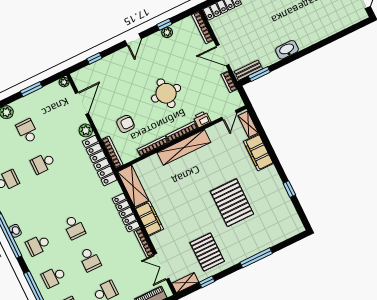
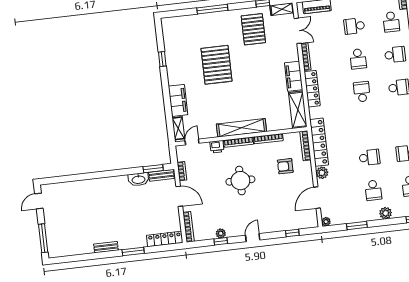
washbasin: (287, 50) -> (139, 179), moved
school desk: (90, 259) -> (358, 59), turned 180

